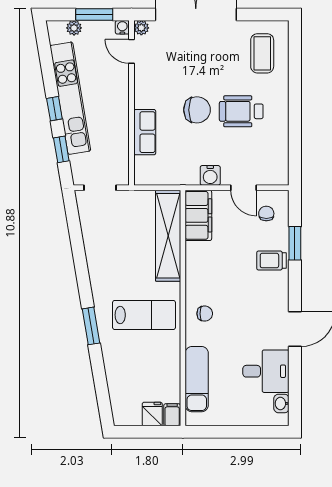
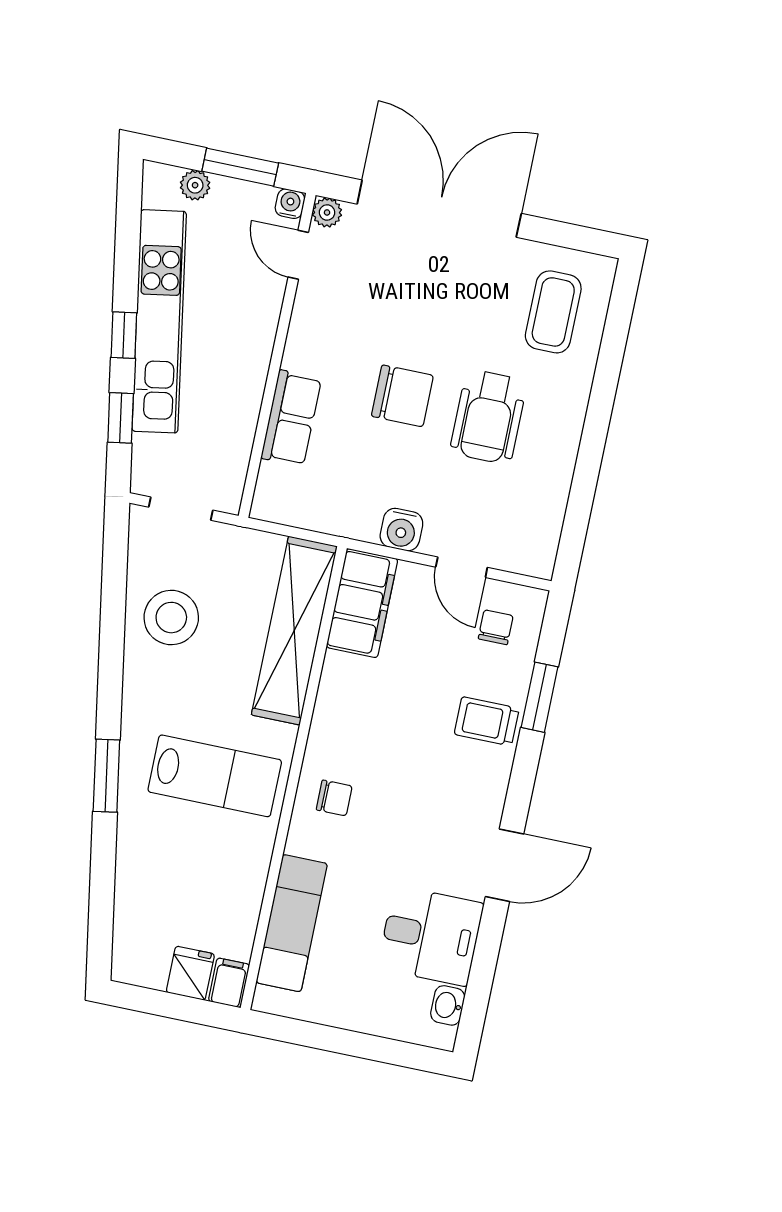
wheelchair: (241, 111) -> (488, 417), turned -90
stool: (107, 242) -> (171, 618), added

